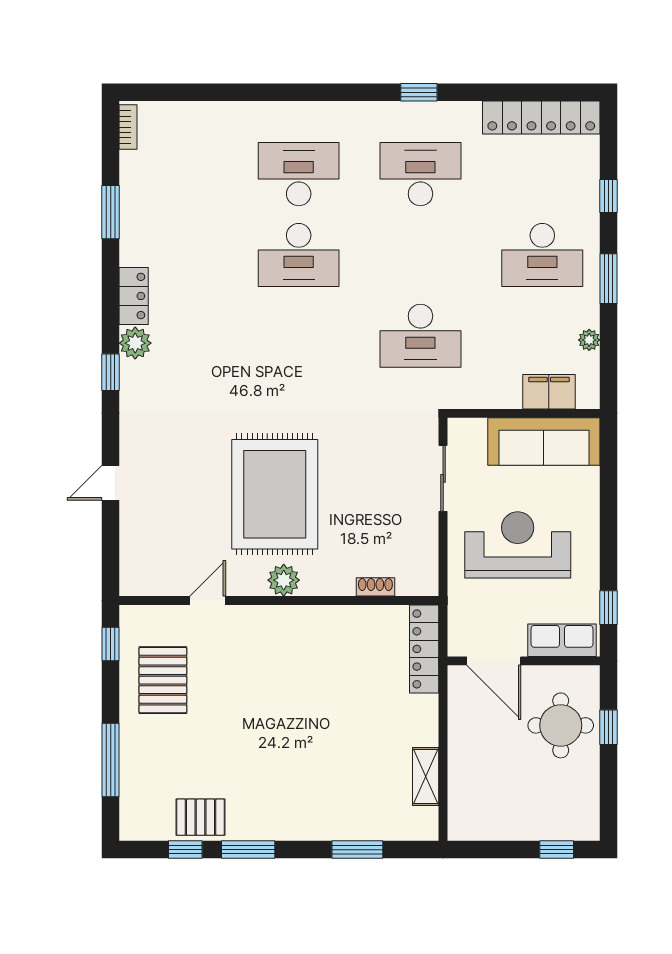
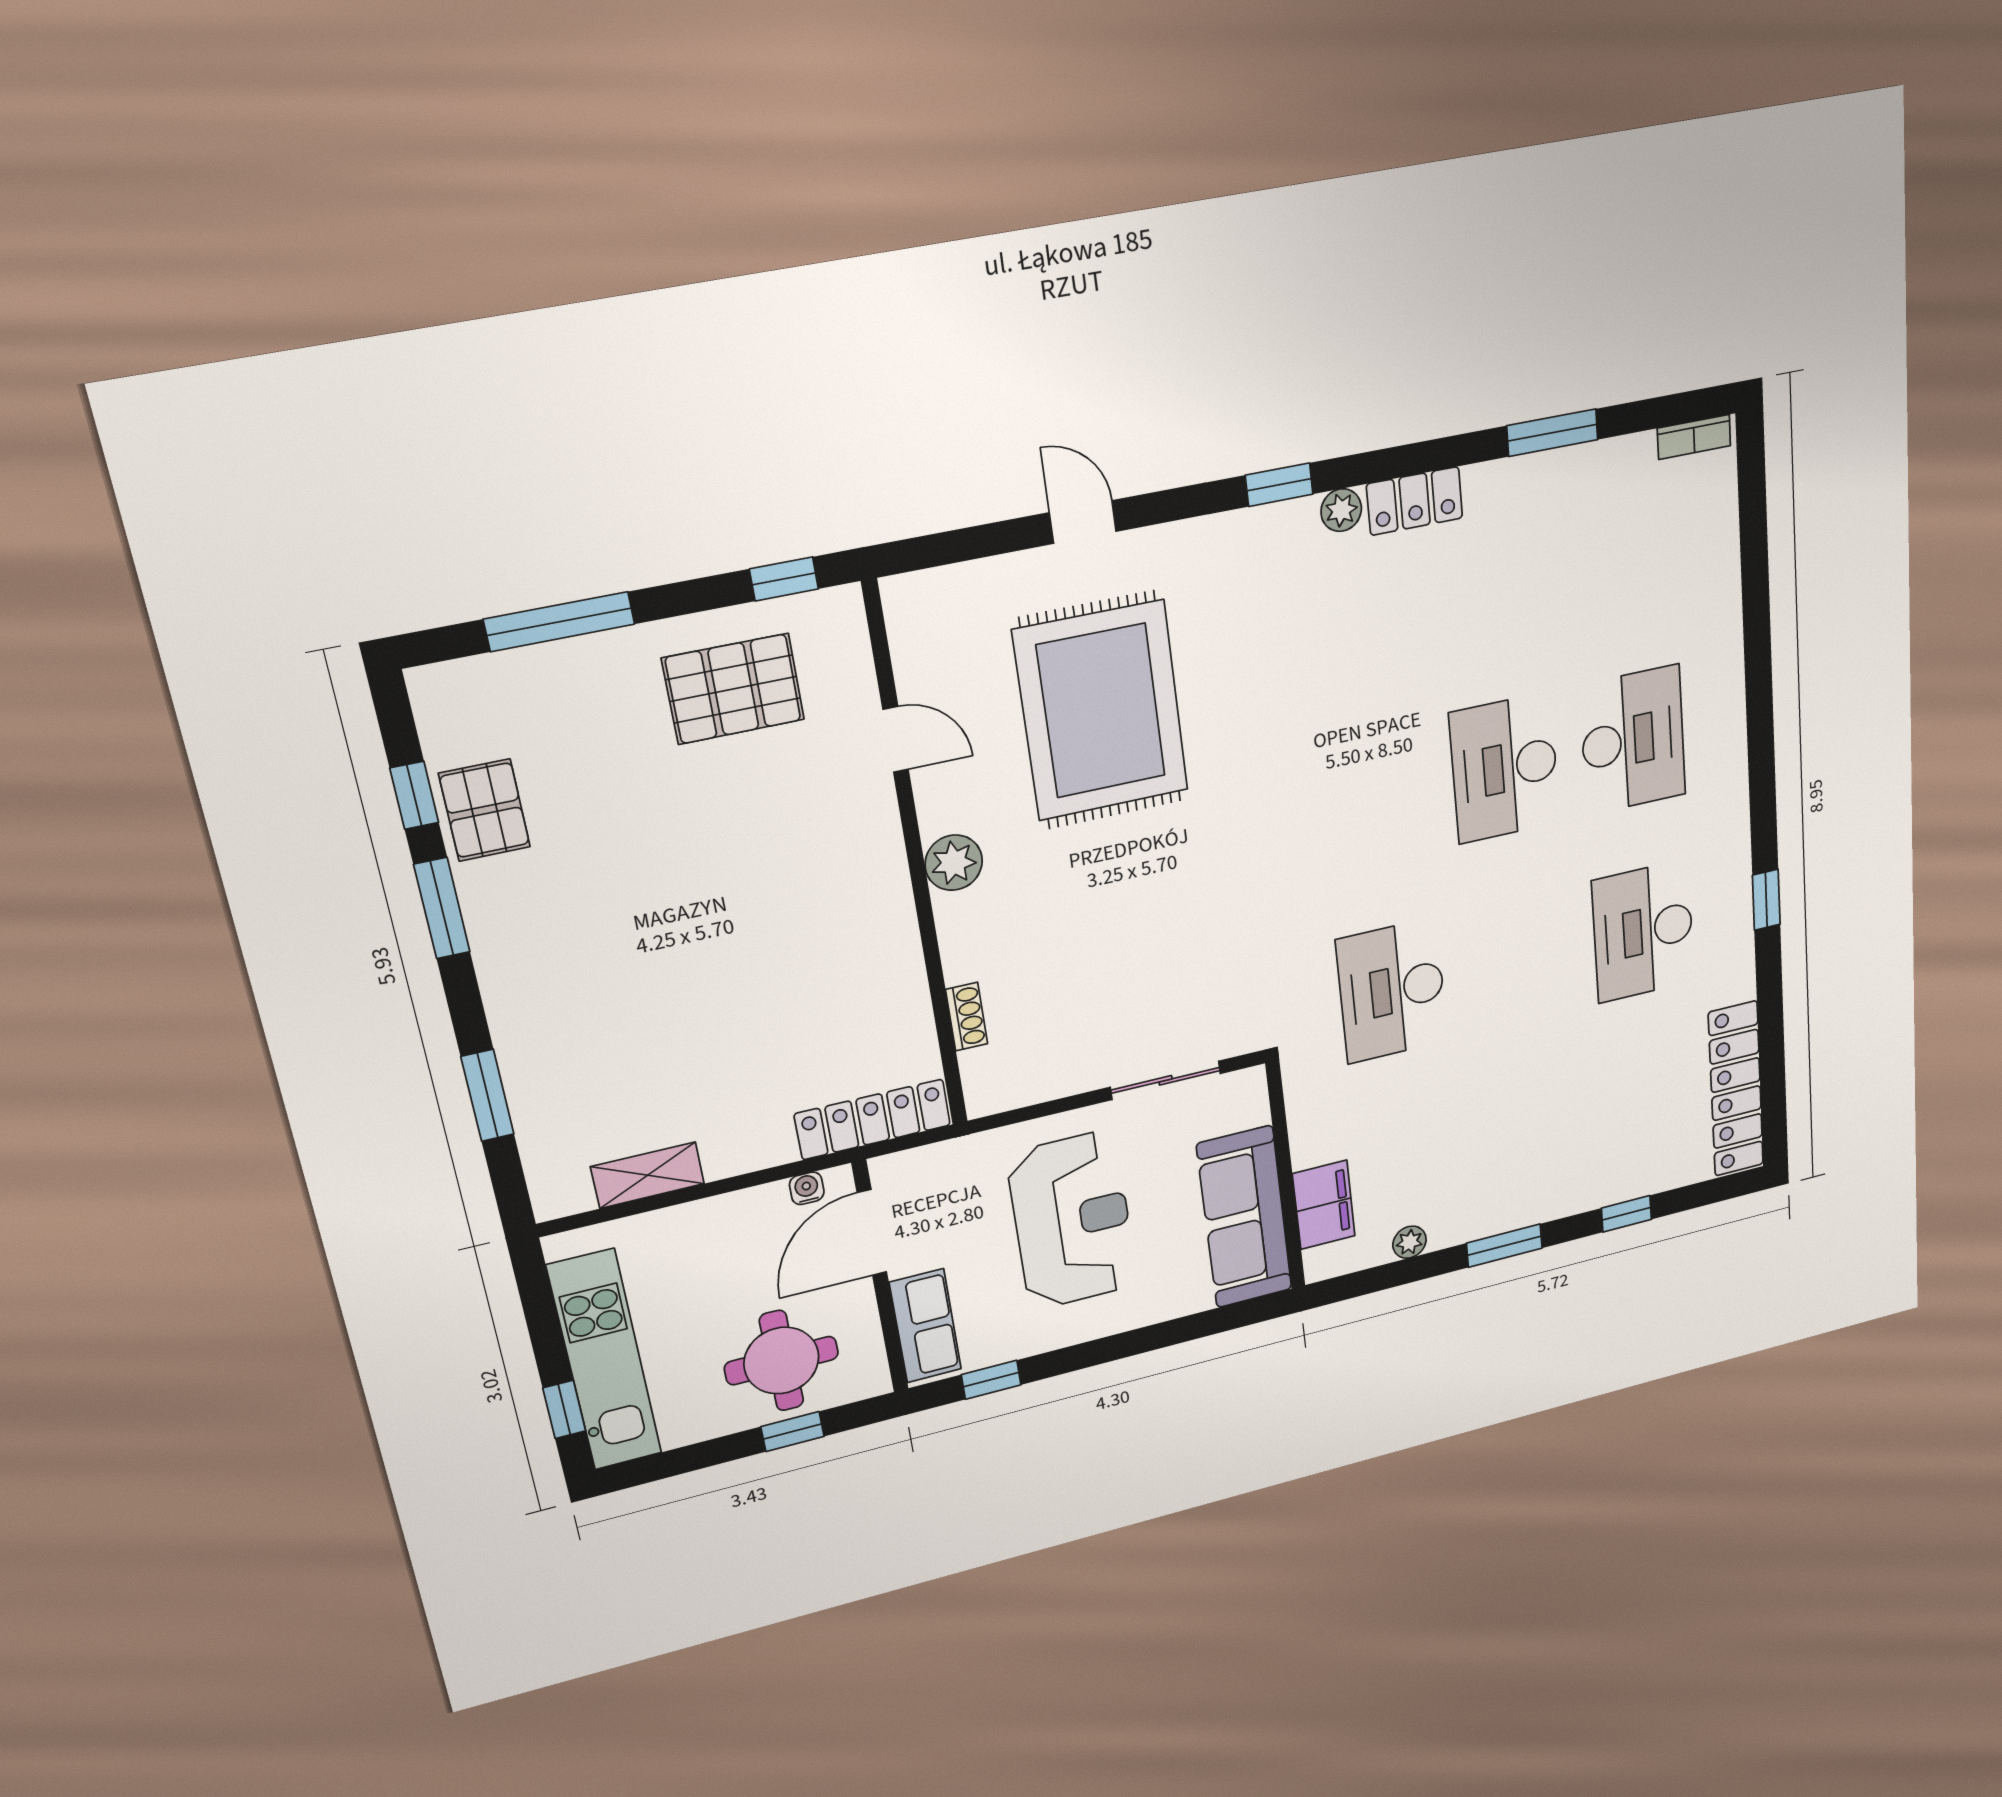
desk: (420, 174) -> (1643, 931), turned 180
desk: (542, 255) -> (1533, 1142), removed
plant: (135, 343) -> (1341, 510), width x0.73, depth x0.73
rug: (275, 494) -> (1101, 711), moved, turned 90
water cooler: (457, 692) -> (807, 1188), added
kitchen unit: (532, 822) -> (605, 1360), added

